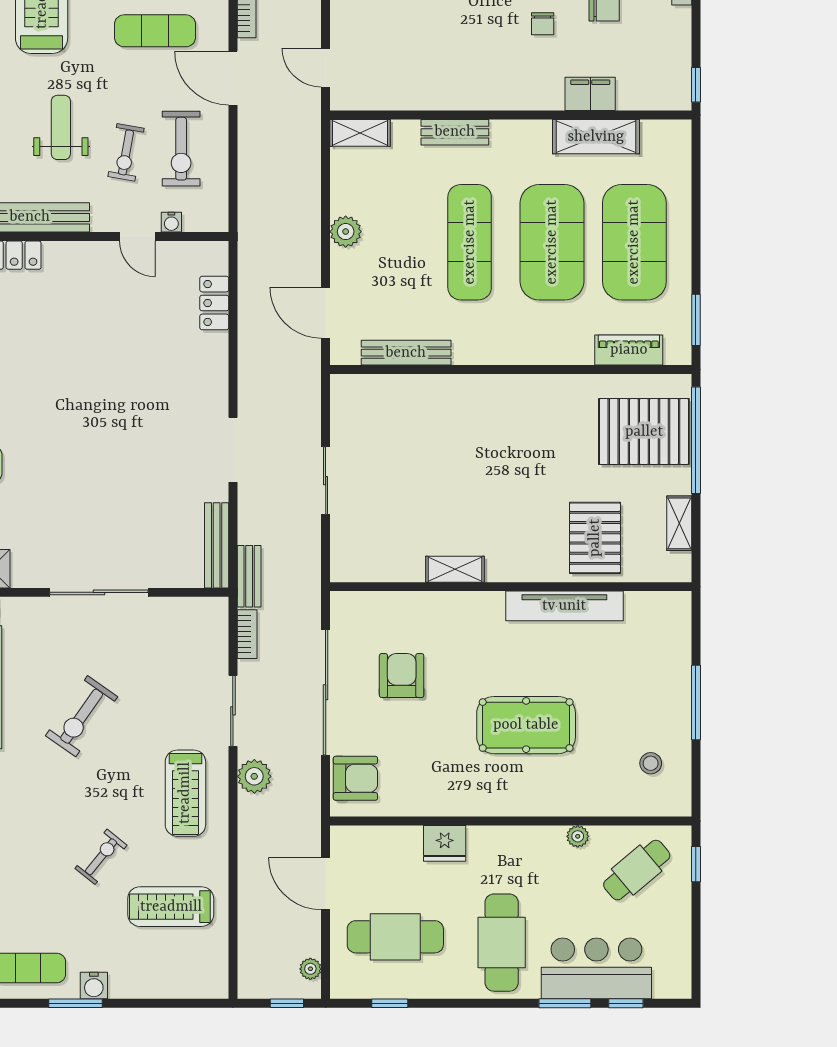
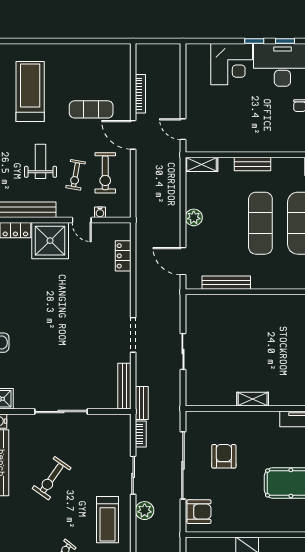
shower: (79, 275) -> (50, 241), added

